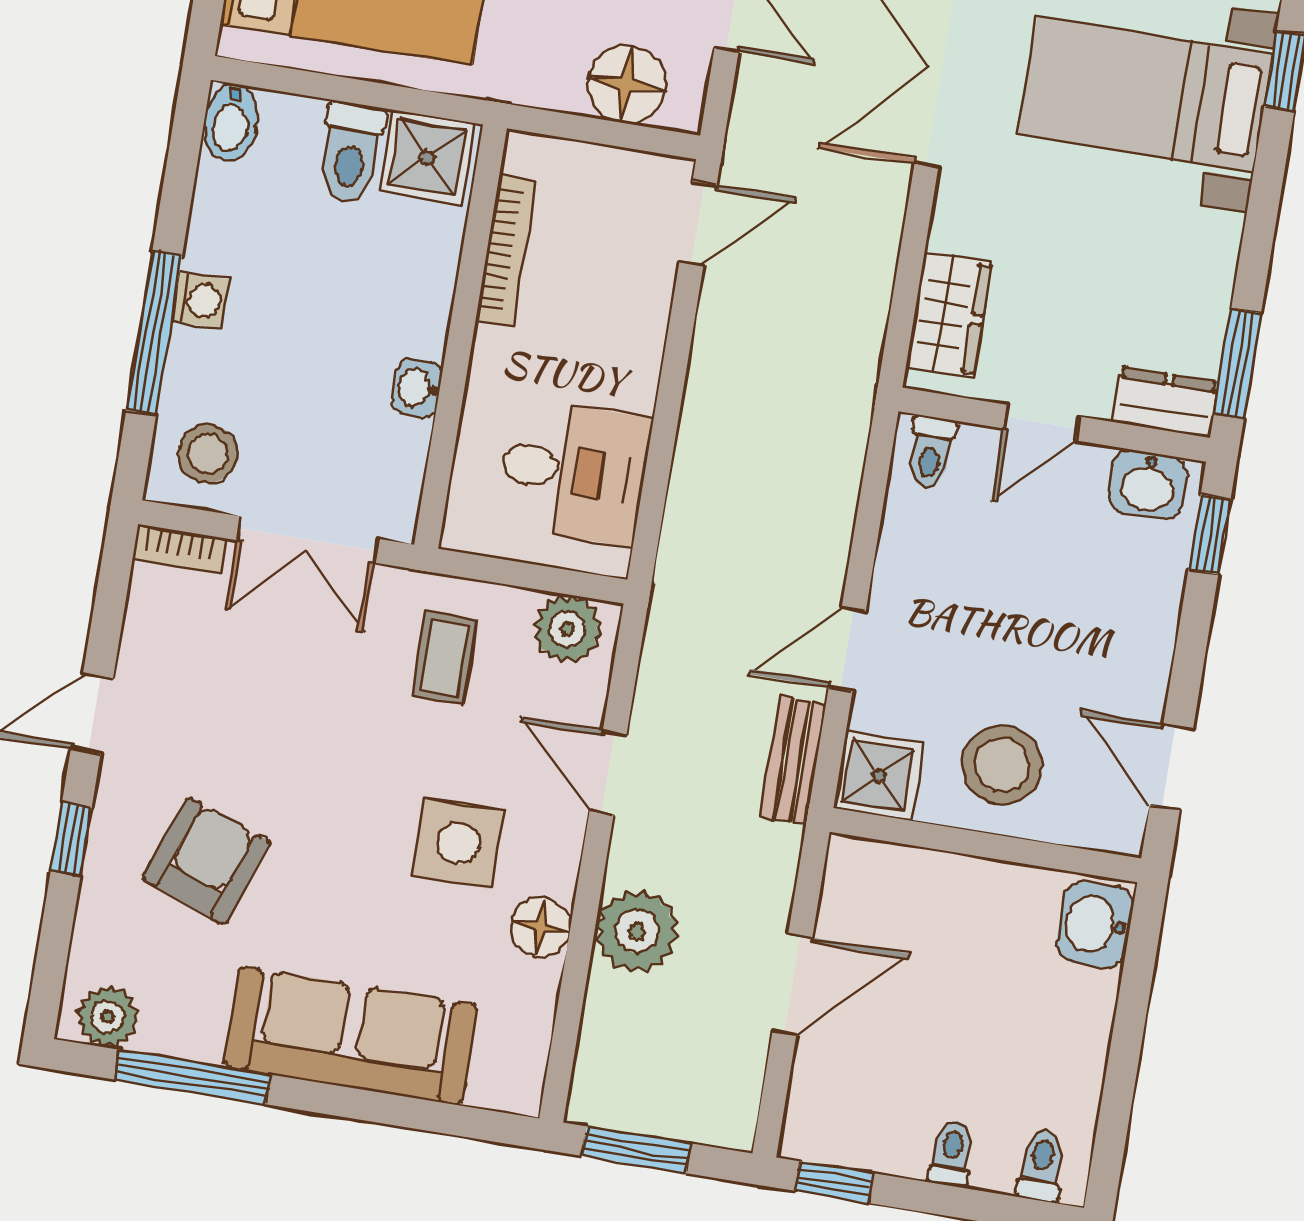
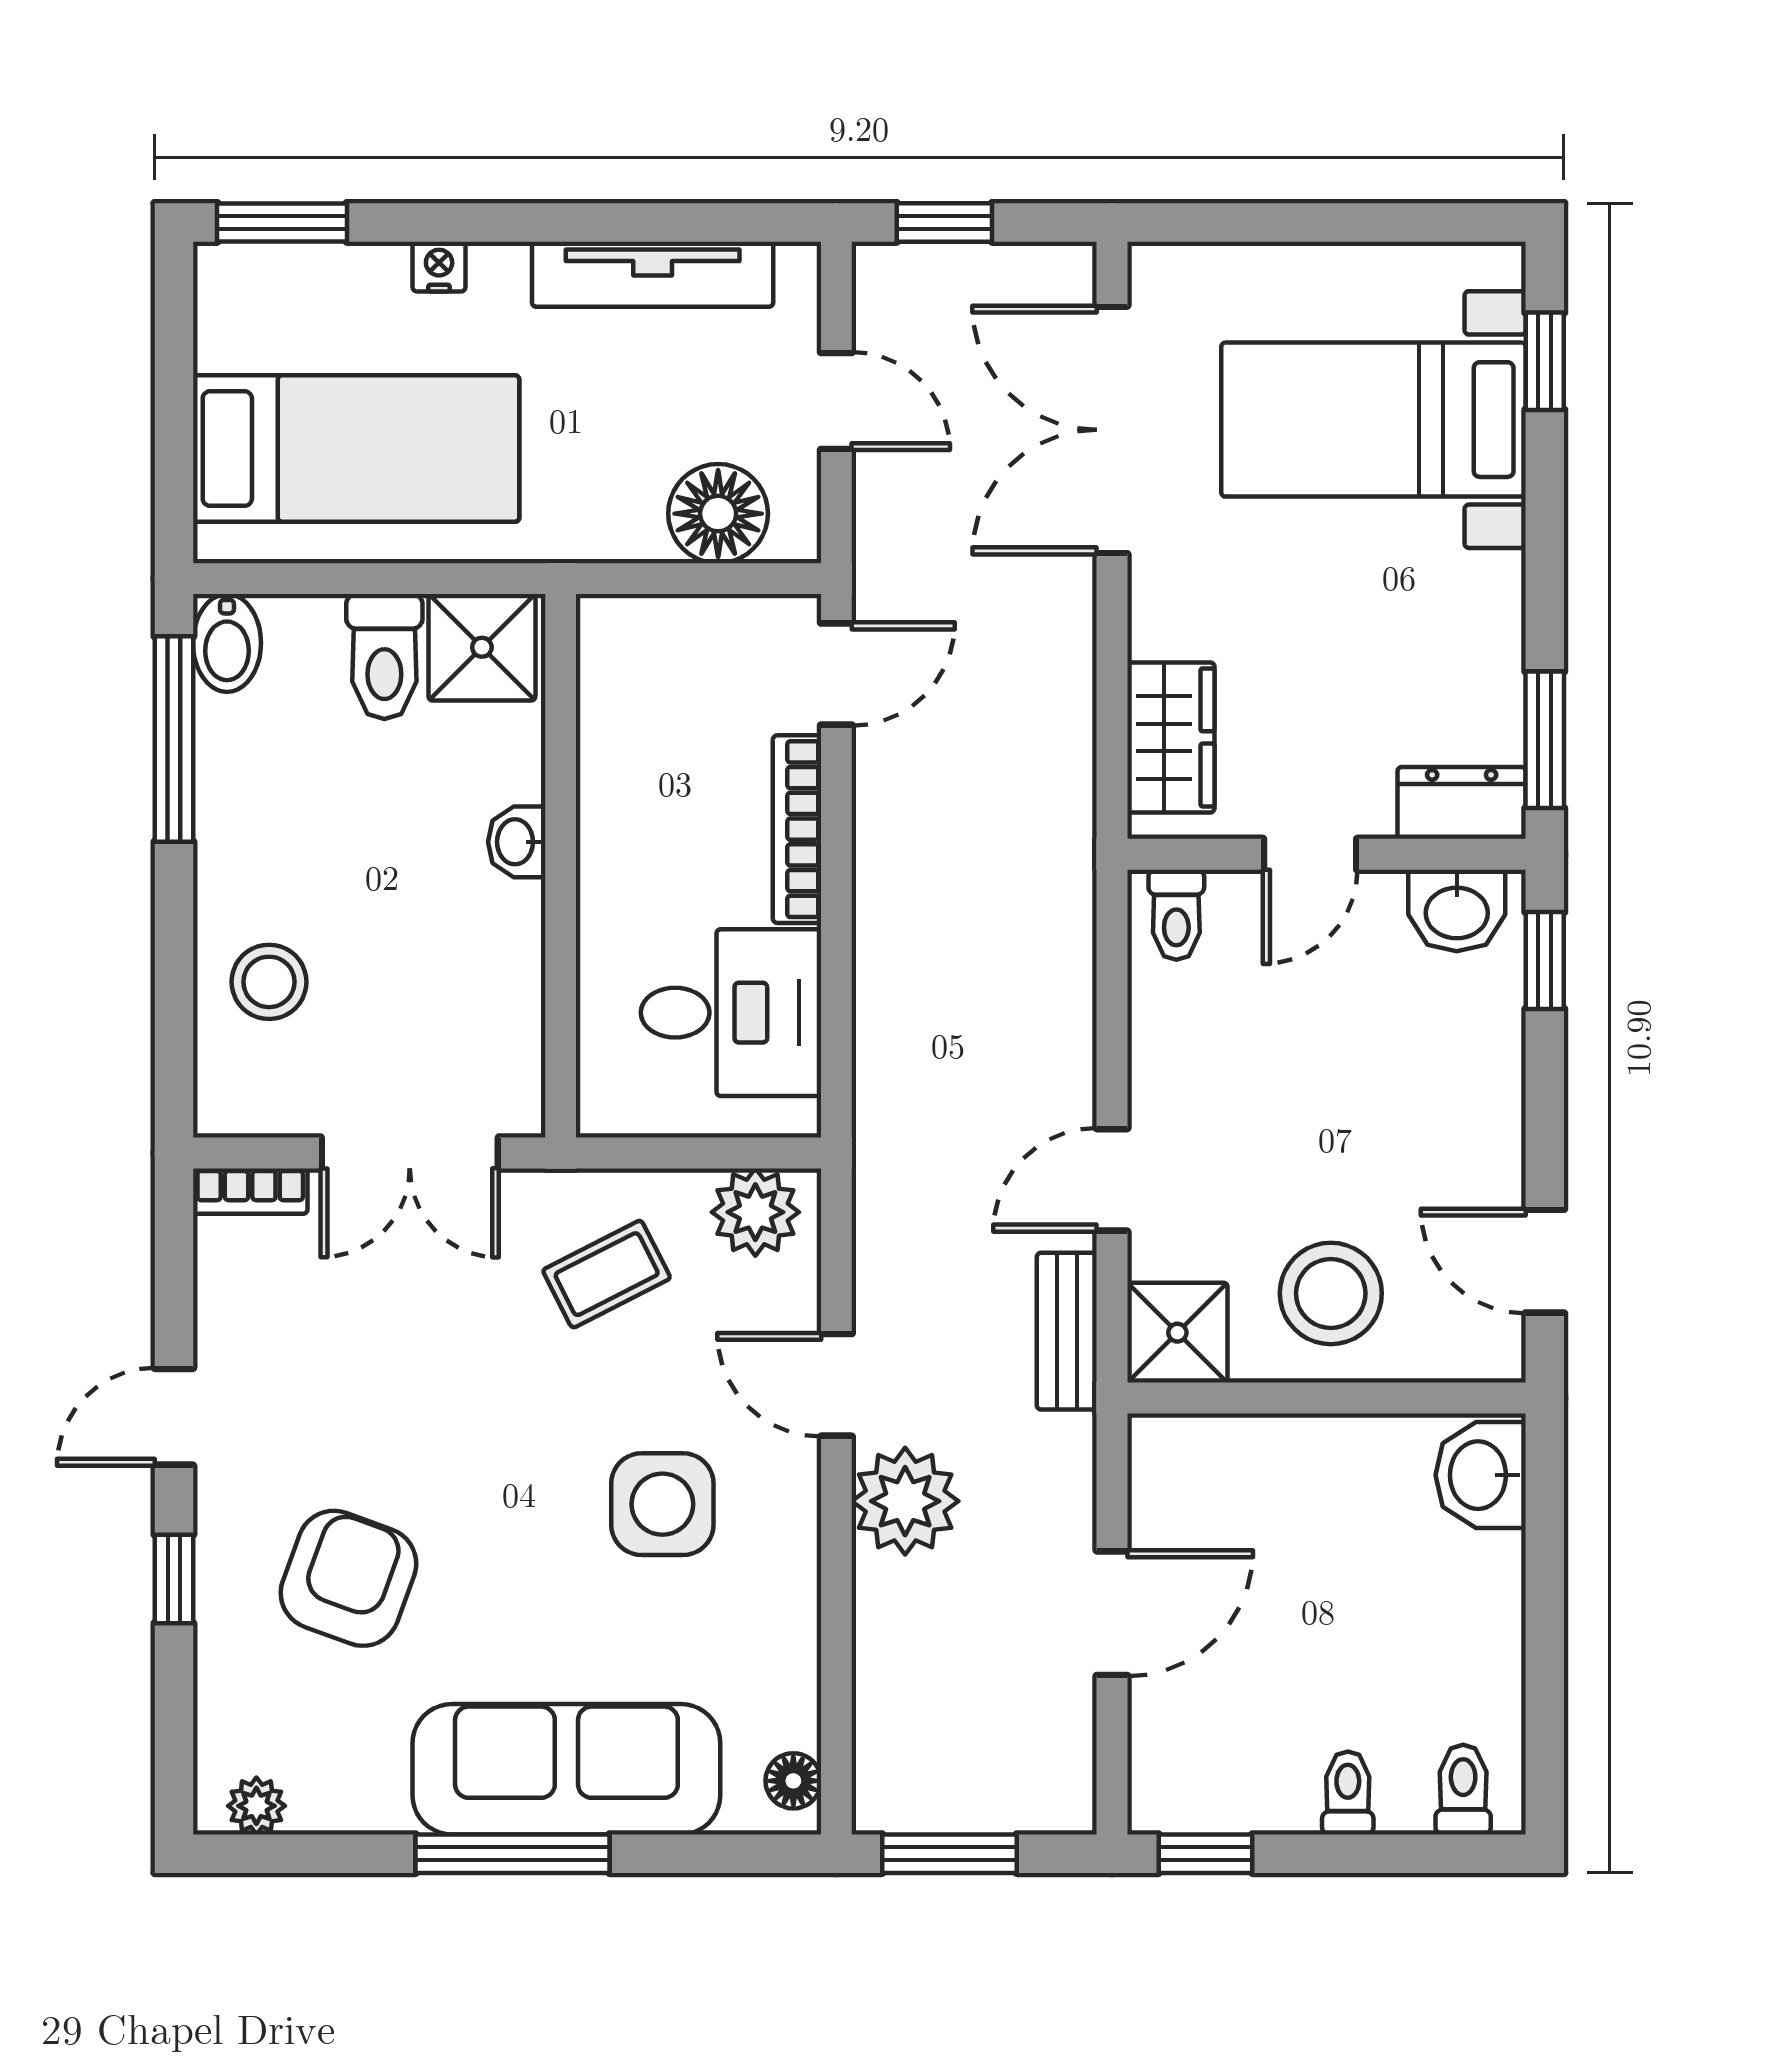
bookcase: (506, 251) -> (797, 829), moved, turned 180
washing machine: (200, 300) -> (225, 874), removed
window: (154, 333) -> (174, 739), moved
washbasin: (417, 388) -> (517, 842), moved
stool: (208, 454) -> (269, 982), moved
coffee table: (444, 658) -> (607, 1274), turned 63
floor lamp: (540, 927) -> (793, 1781), moved, width x0.73, depth x0.73
plant: (637, 931) -> (905, 1501), moved
plant: (108, 1017) -> (256, 1806), width x0.73, depth x0.73
window: (193, 1077) -> (512, 1854), moved

